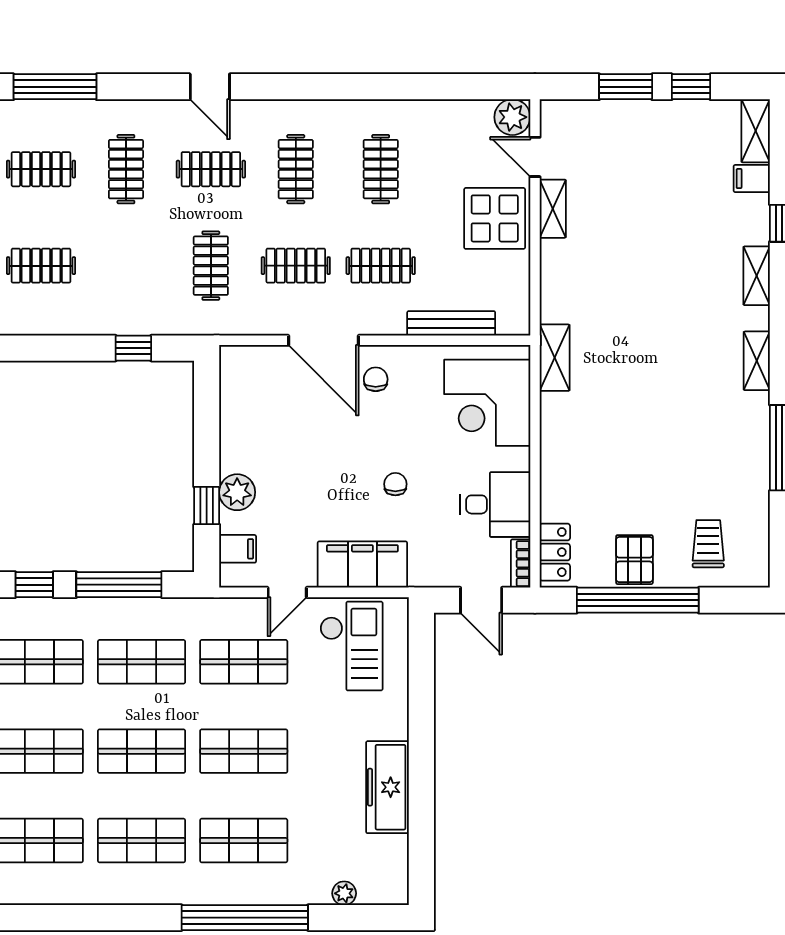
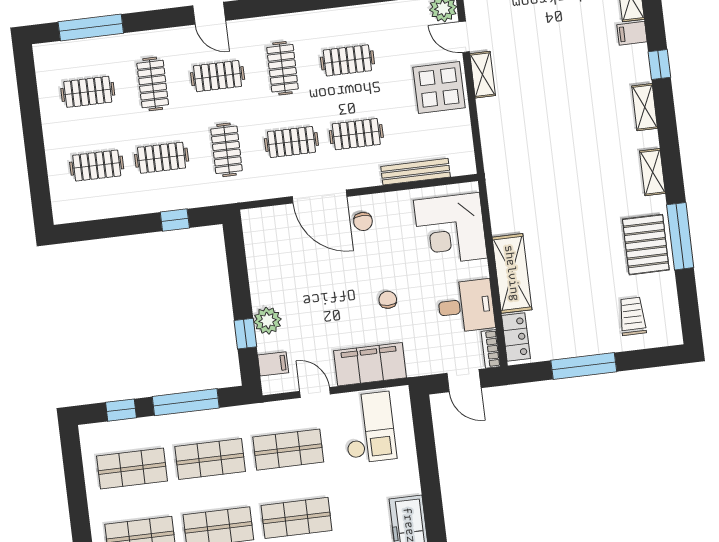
clothes rail: (381, 169) -> (347, 60), turned 90
clothes rail: (126, 266) -> (162, 158), added
shelving: (555, 358) -> (512, 273), moved, width x1.50, depth x1.33
chair: (376, 379) -> (363, 221), turned 180
pallet: (634, 560) -> (646, 245), moved, width x1.50, depth x1.42
door: (287, 592) -> (315, 393), swing flipped
window: (638, 600) -> (584, 366), width x0.68

